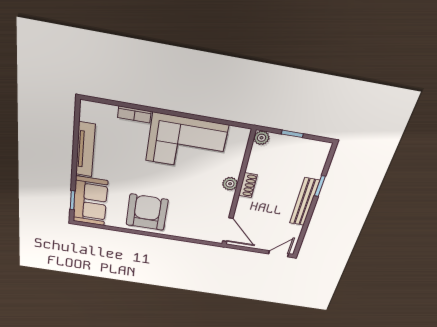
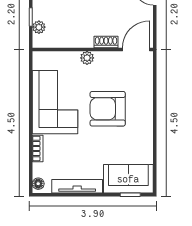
floor lamp: (91, 108) -> (38, 184), added
plant: (261, 138) -> (39, 27), moved
shoe rack: (248, 185) -> (106, 42), moved
armchair: (147, 212) -> (108, 109), moved

